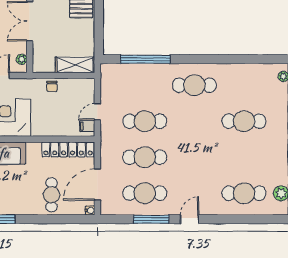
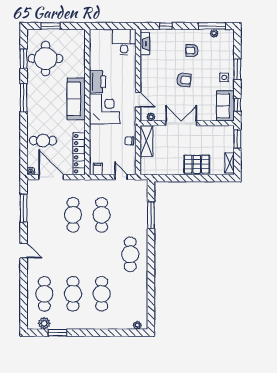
window: (145, 59) -> (151, 215), width x0.68
shelving: (75, 65) -> (146, 141), moved
door: (97, 112) -> (121, 177), moved
cafe table: (145, 193) -> (73, 294), moved
window: (151, 219) -> (24, 208), moved

